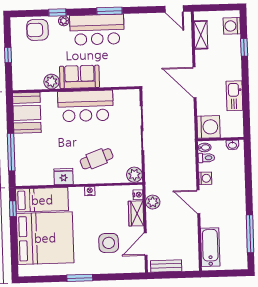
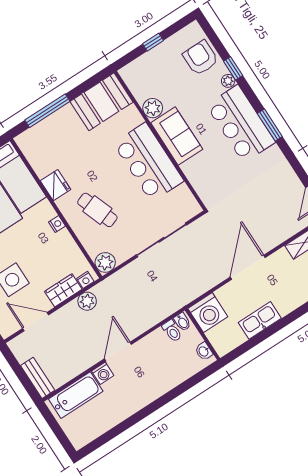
washing machine: (205, 178) -> (103, 373), moved
window: (250, 234) -> (117, 430), removed
bench: (166, 266) -> (38, 378), moved

